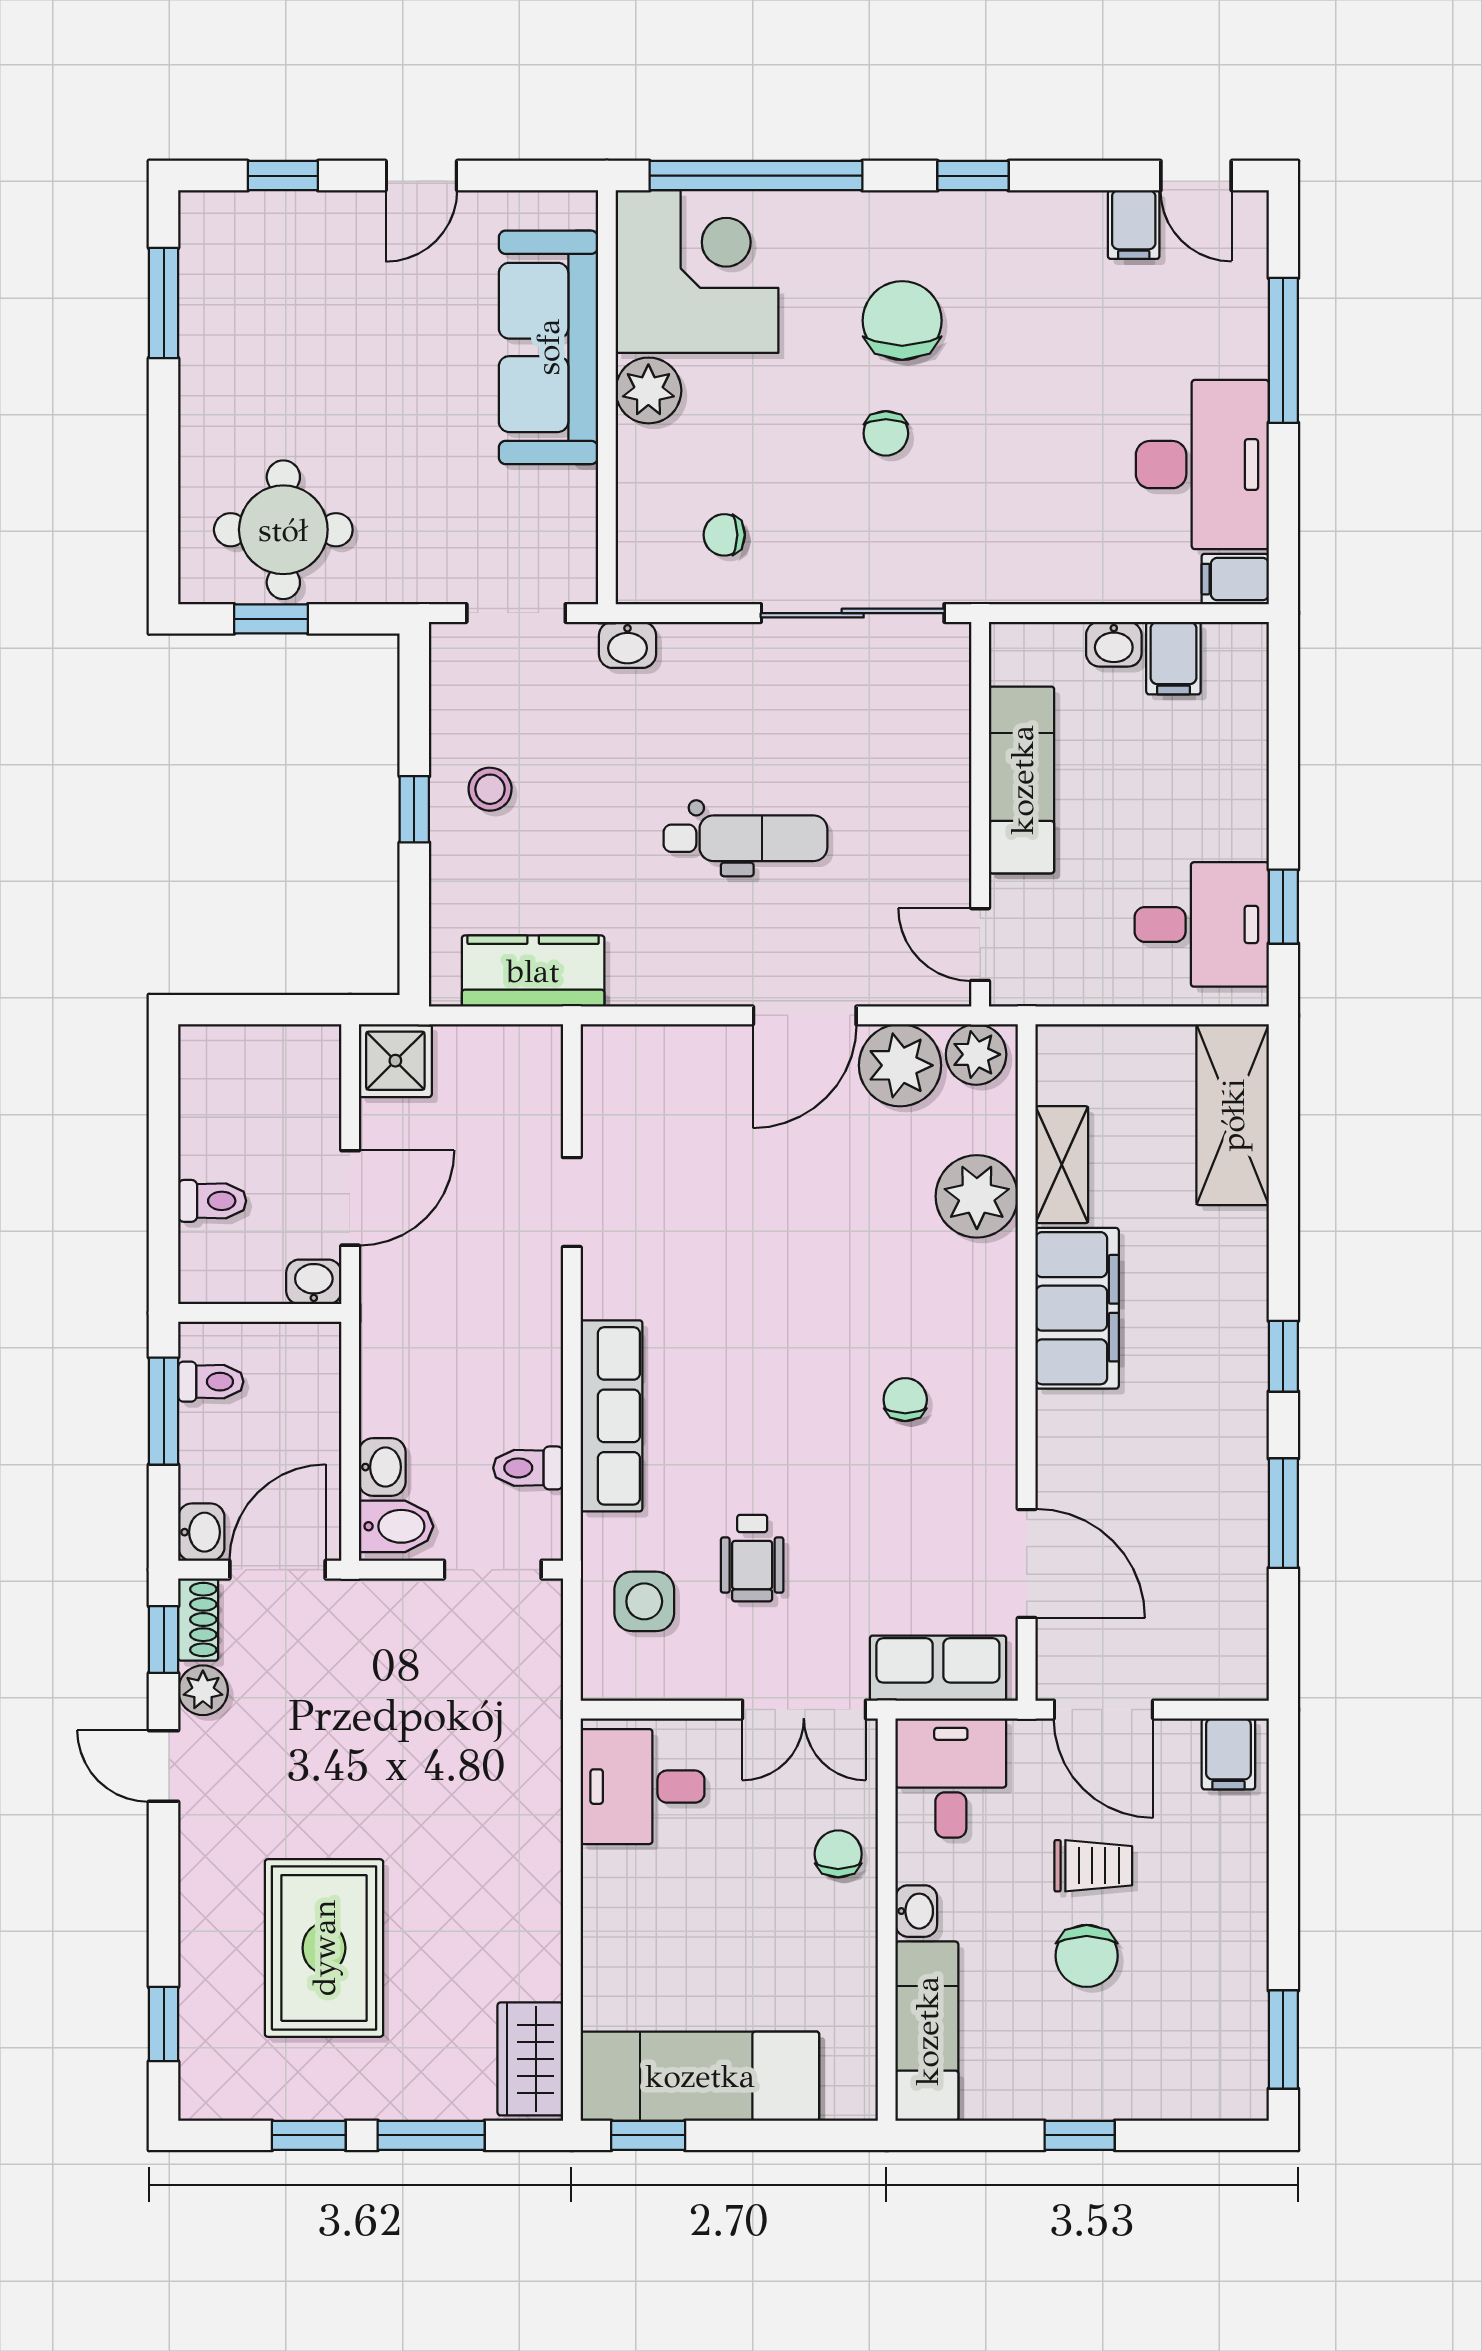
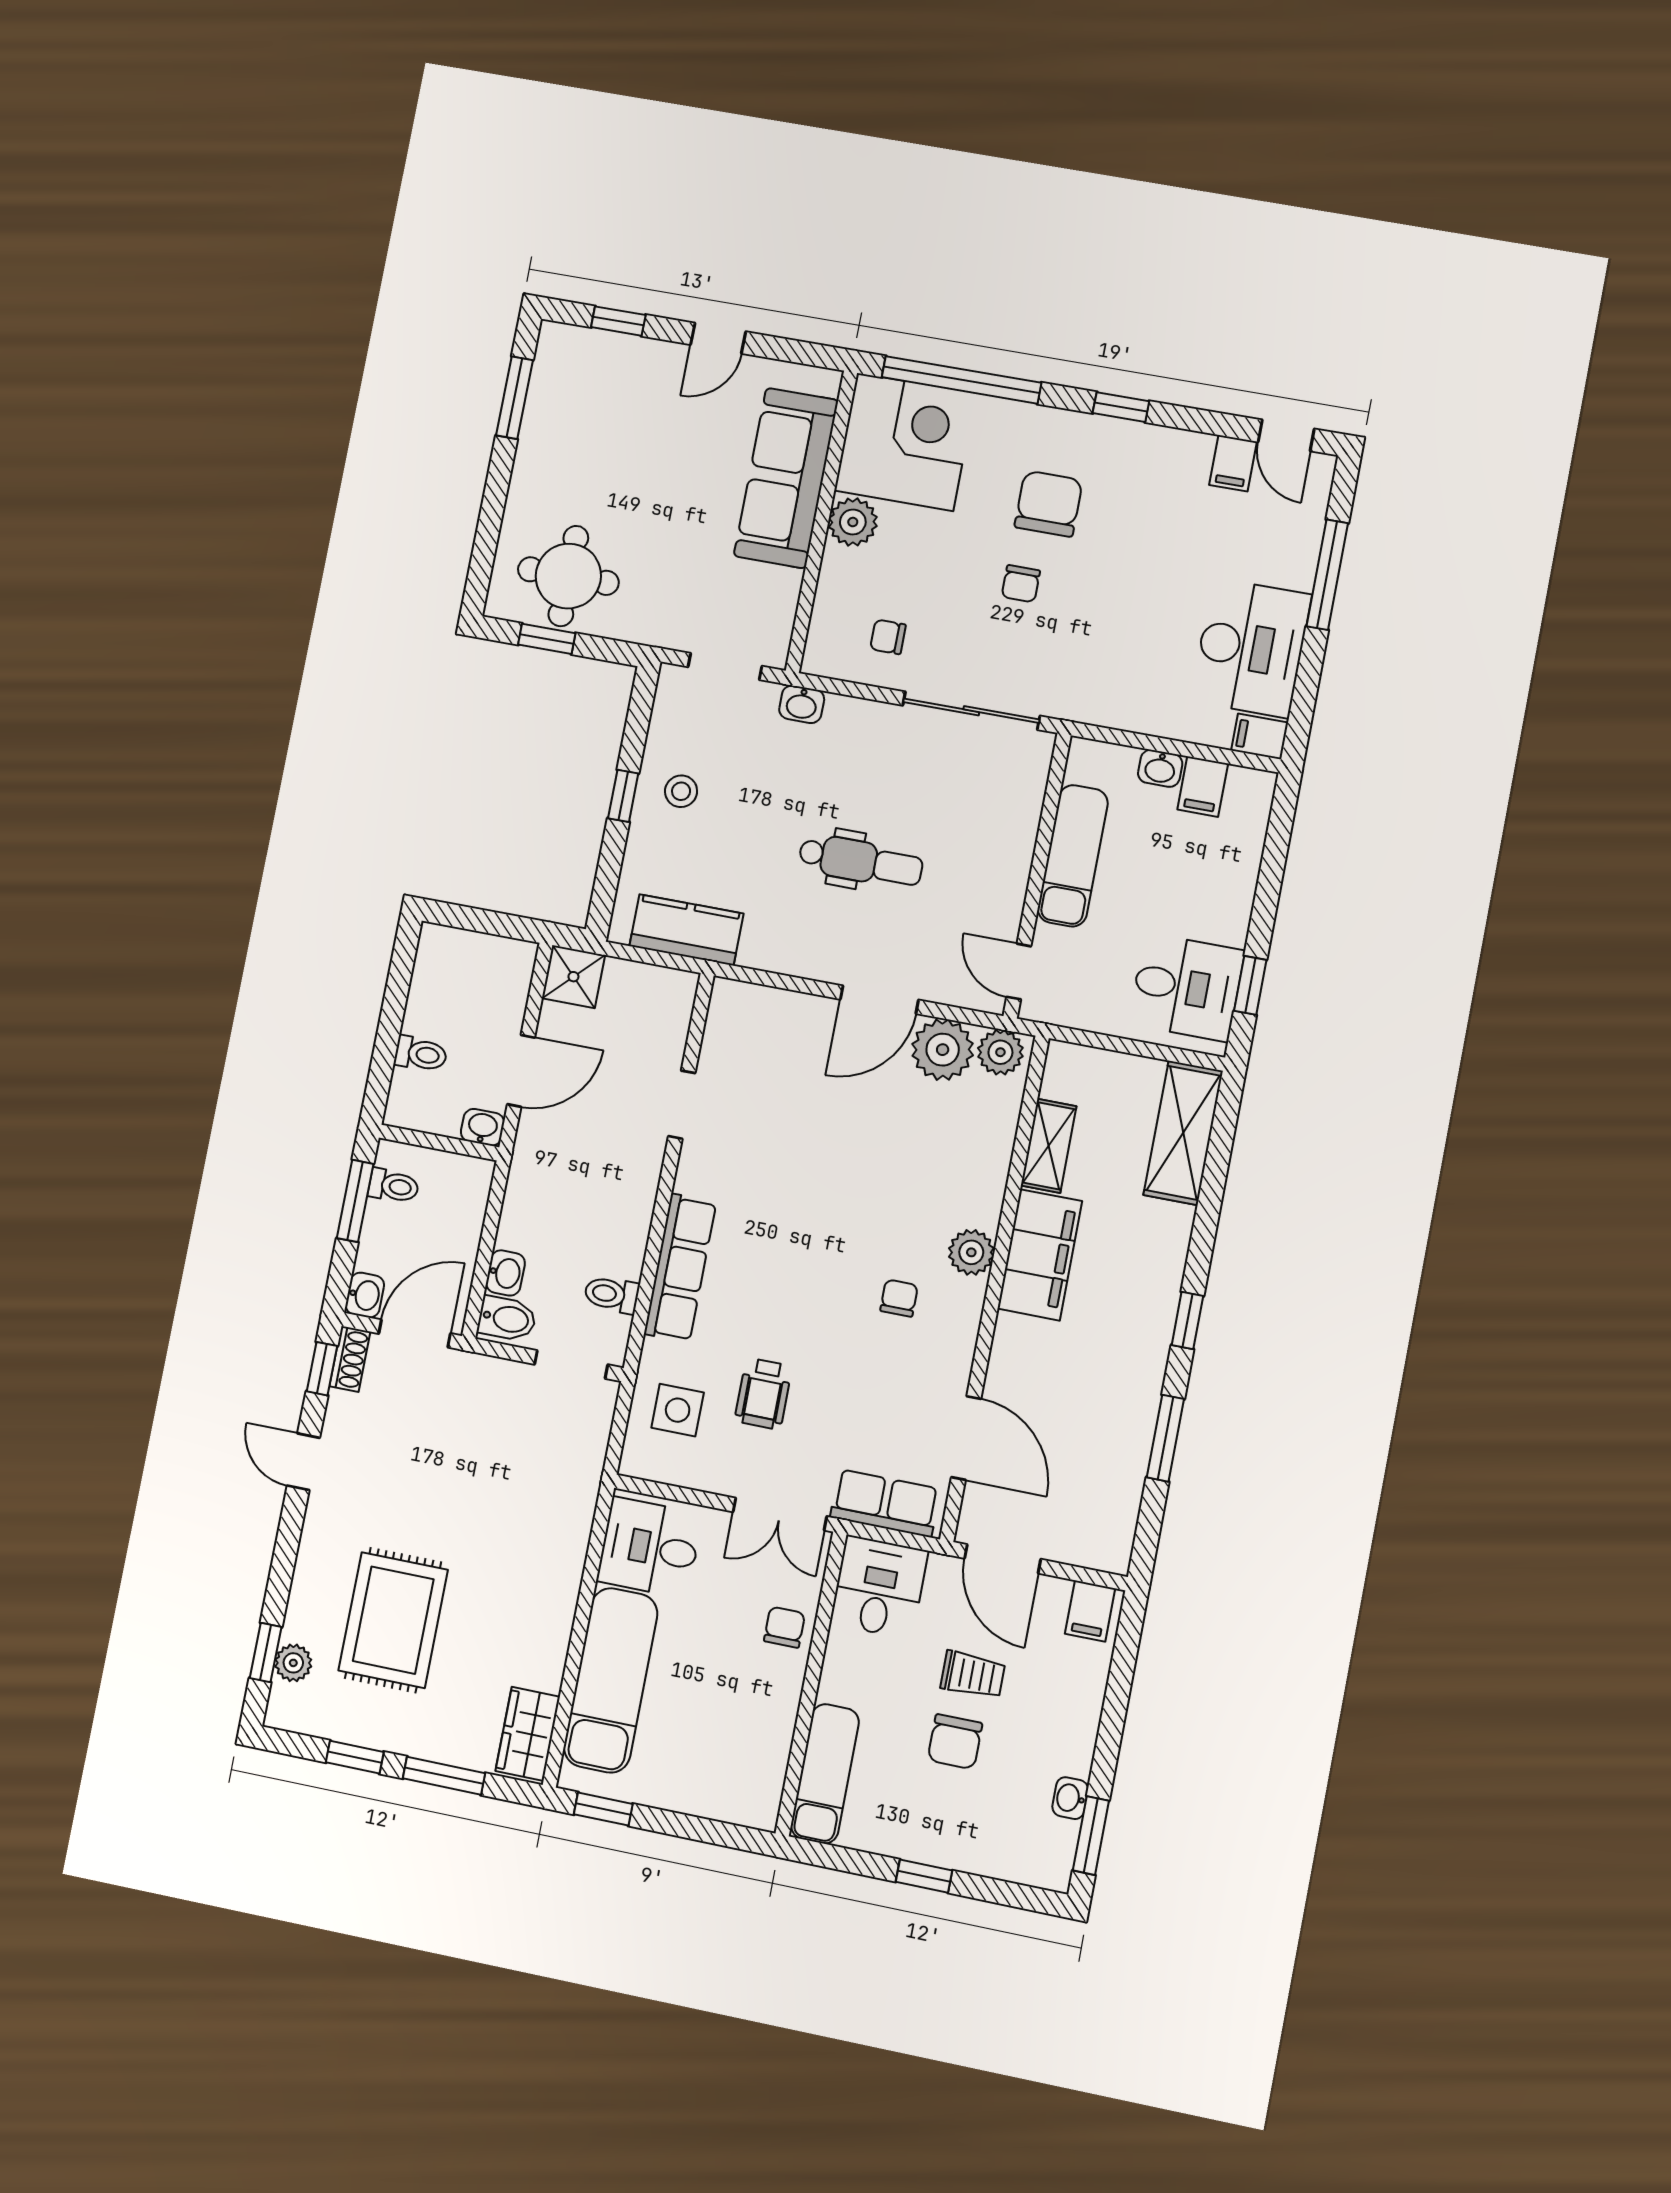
plant: (977, 1196) -> (971, 1252), moved, width x0.73, depth x0.73
plant: (203, 1690) -> (293, 1663), moved
washbasin: (916, 1911) -> (1070, 1798), moved, turned 180
exam couch: (700, 2076) -> (611, 1680), moved, turned 90

